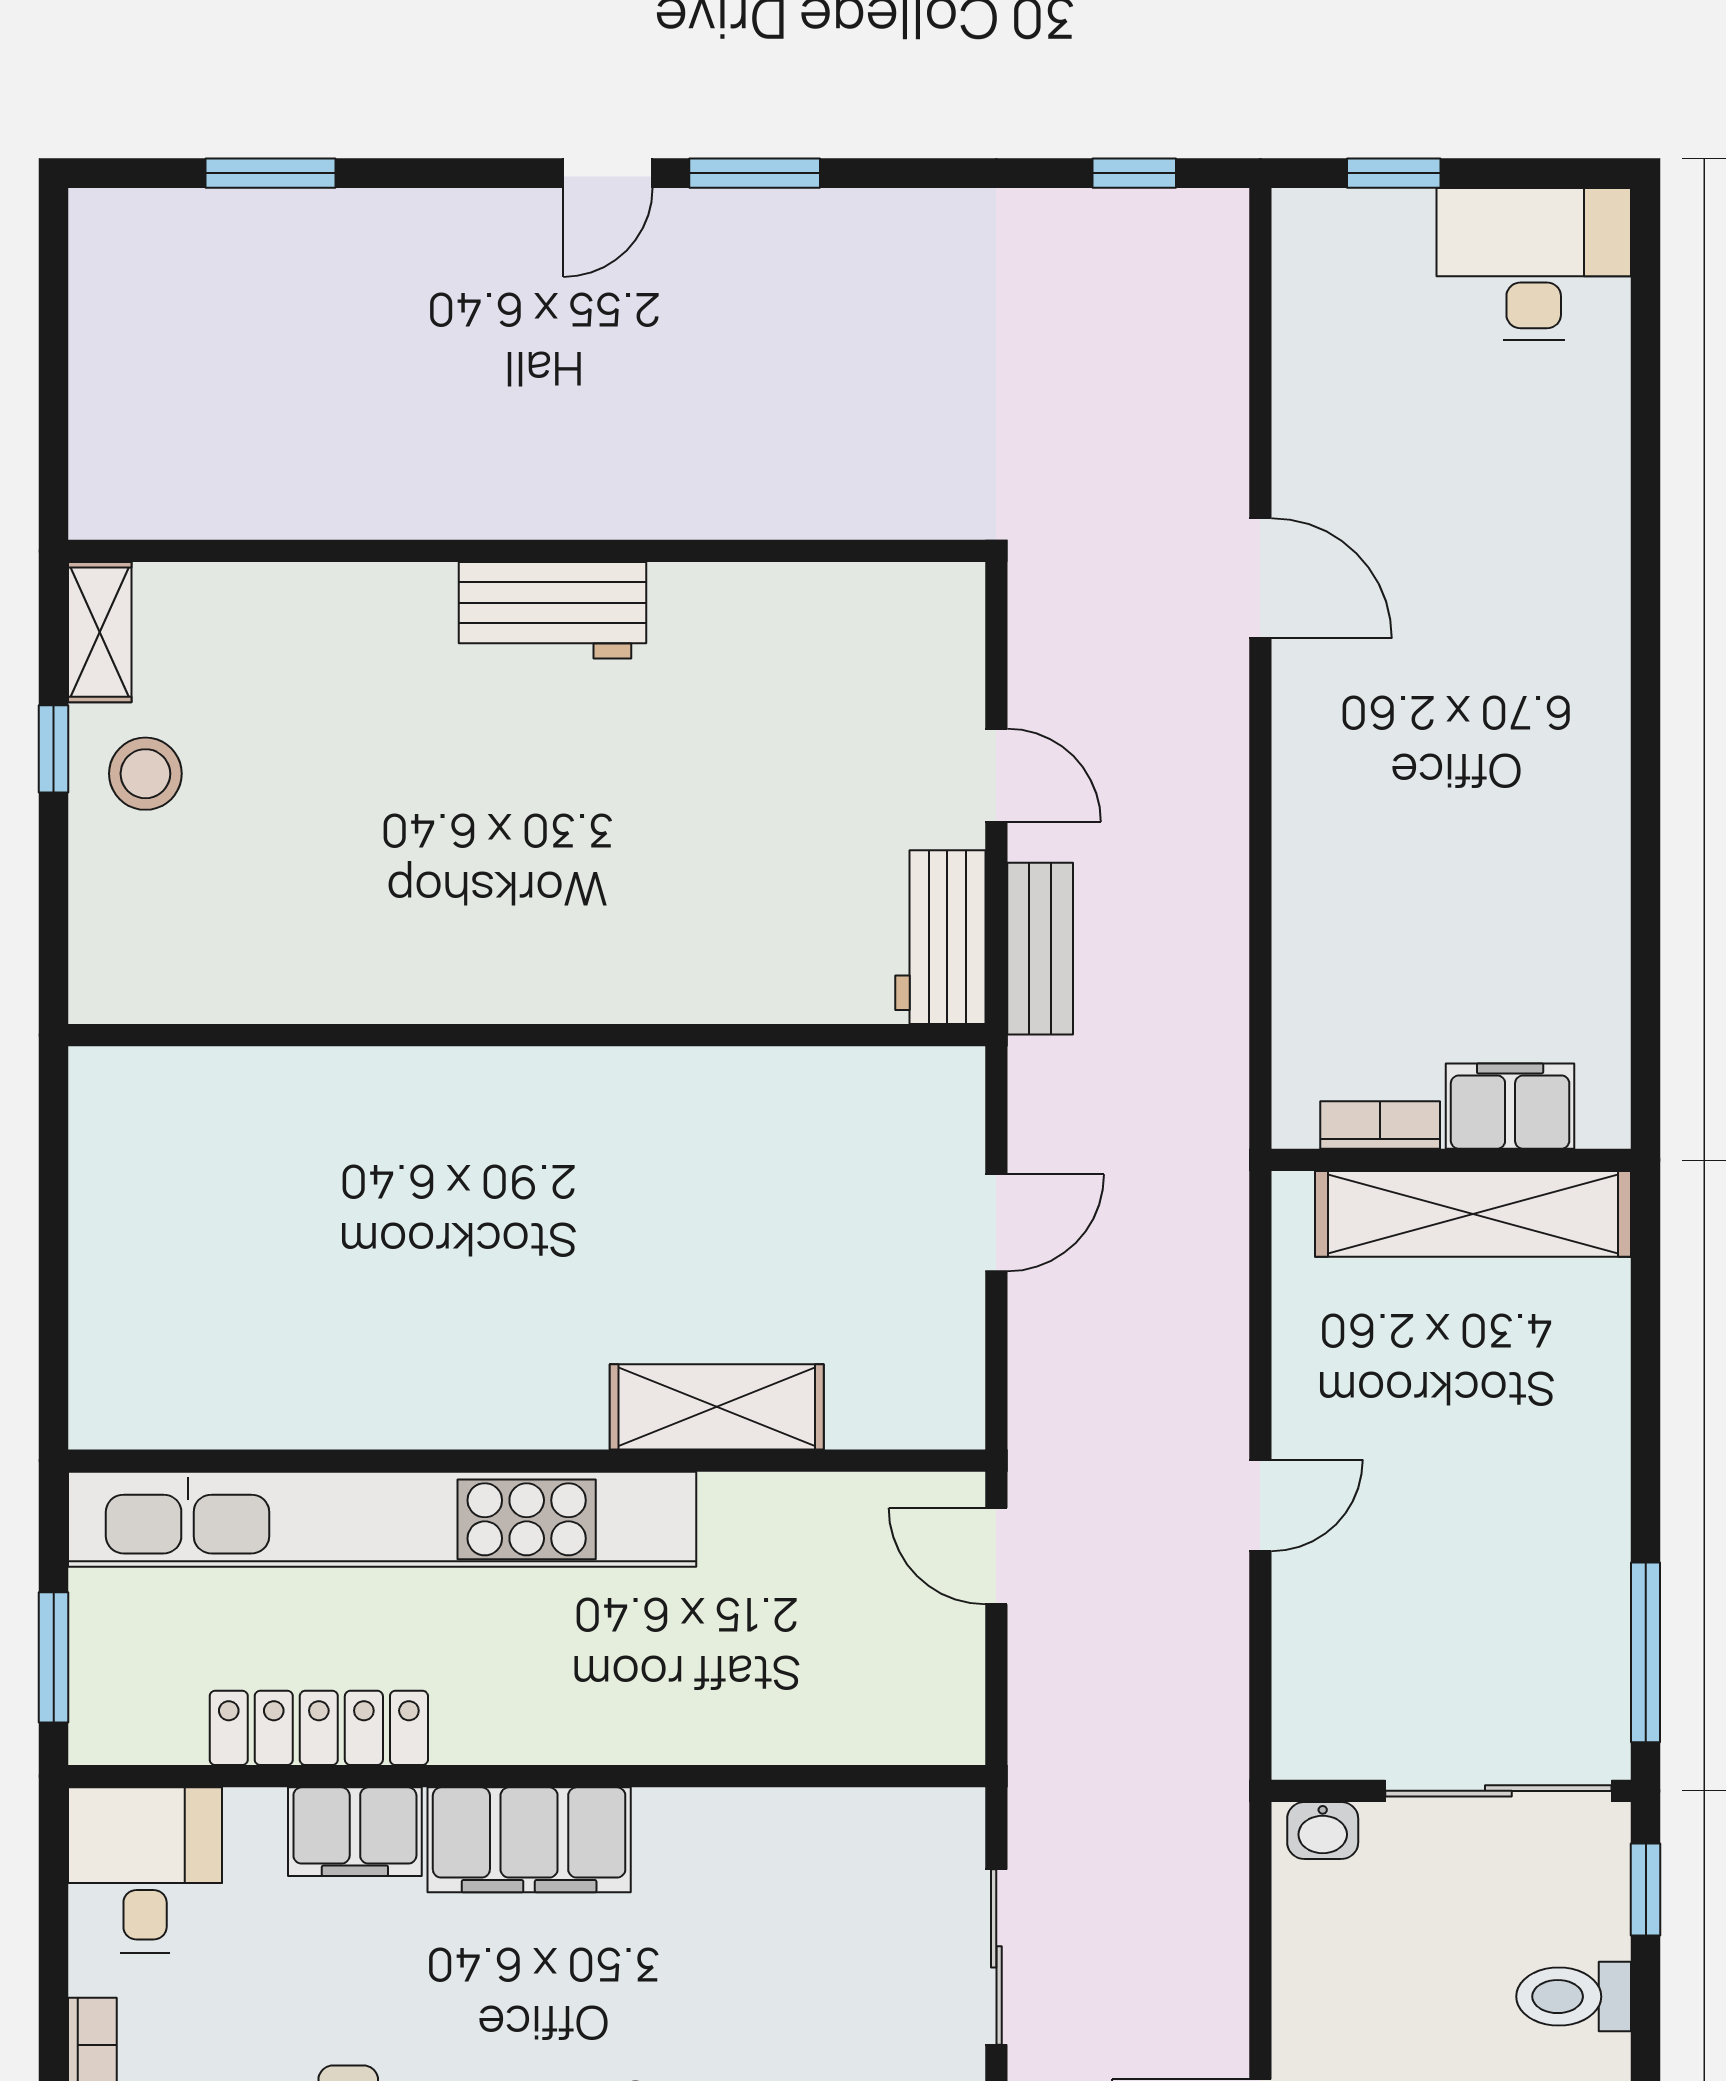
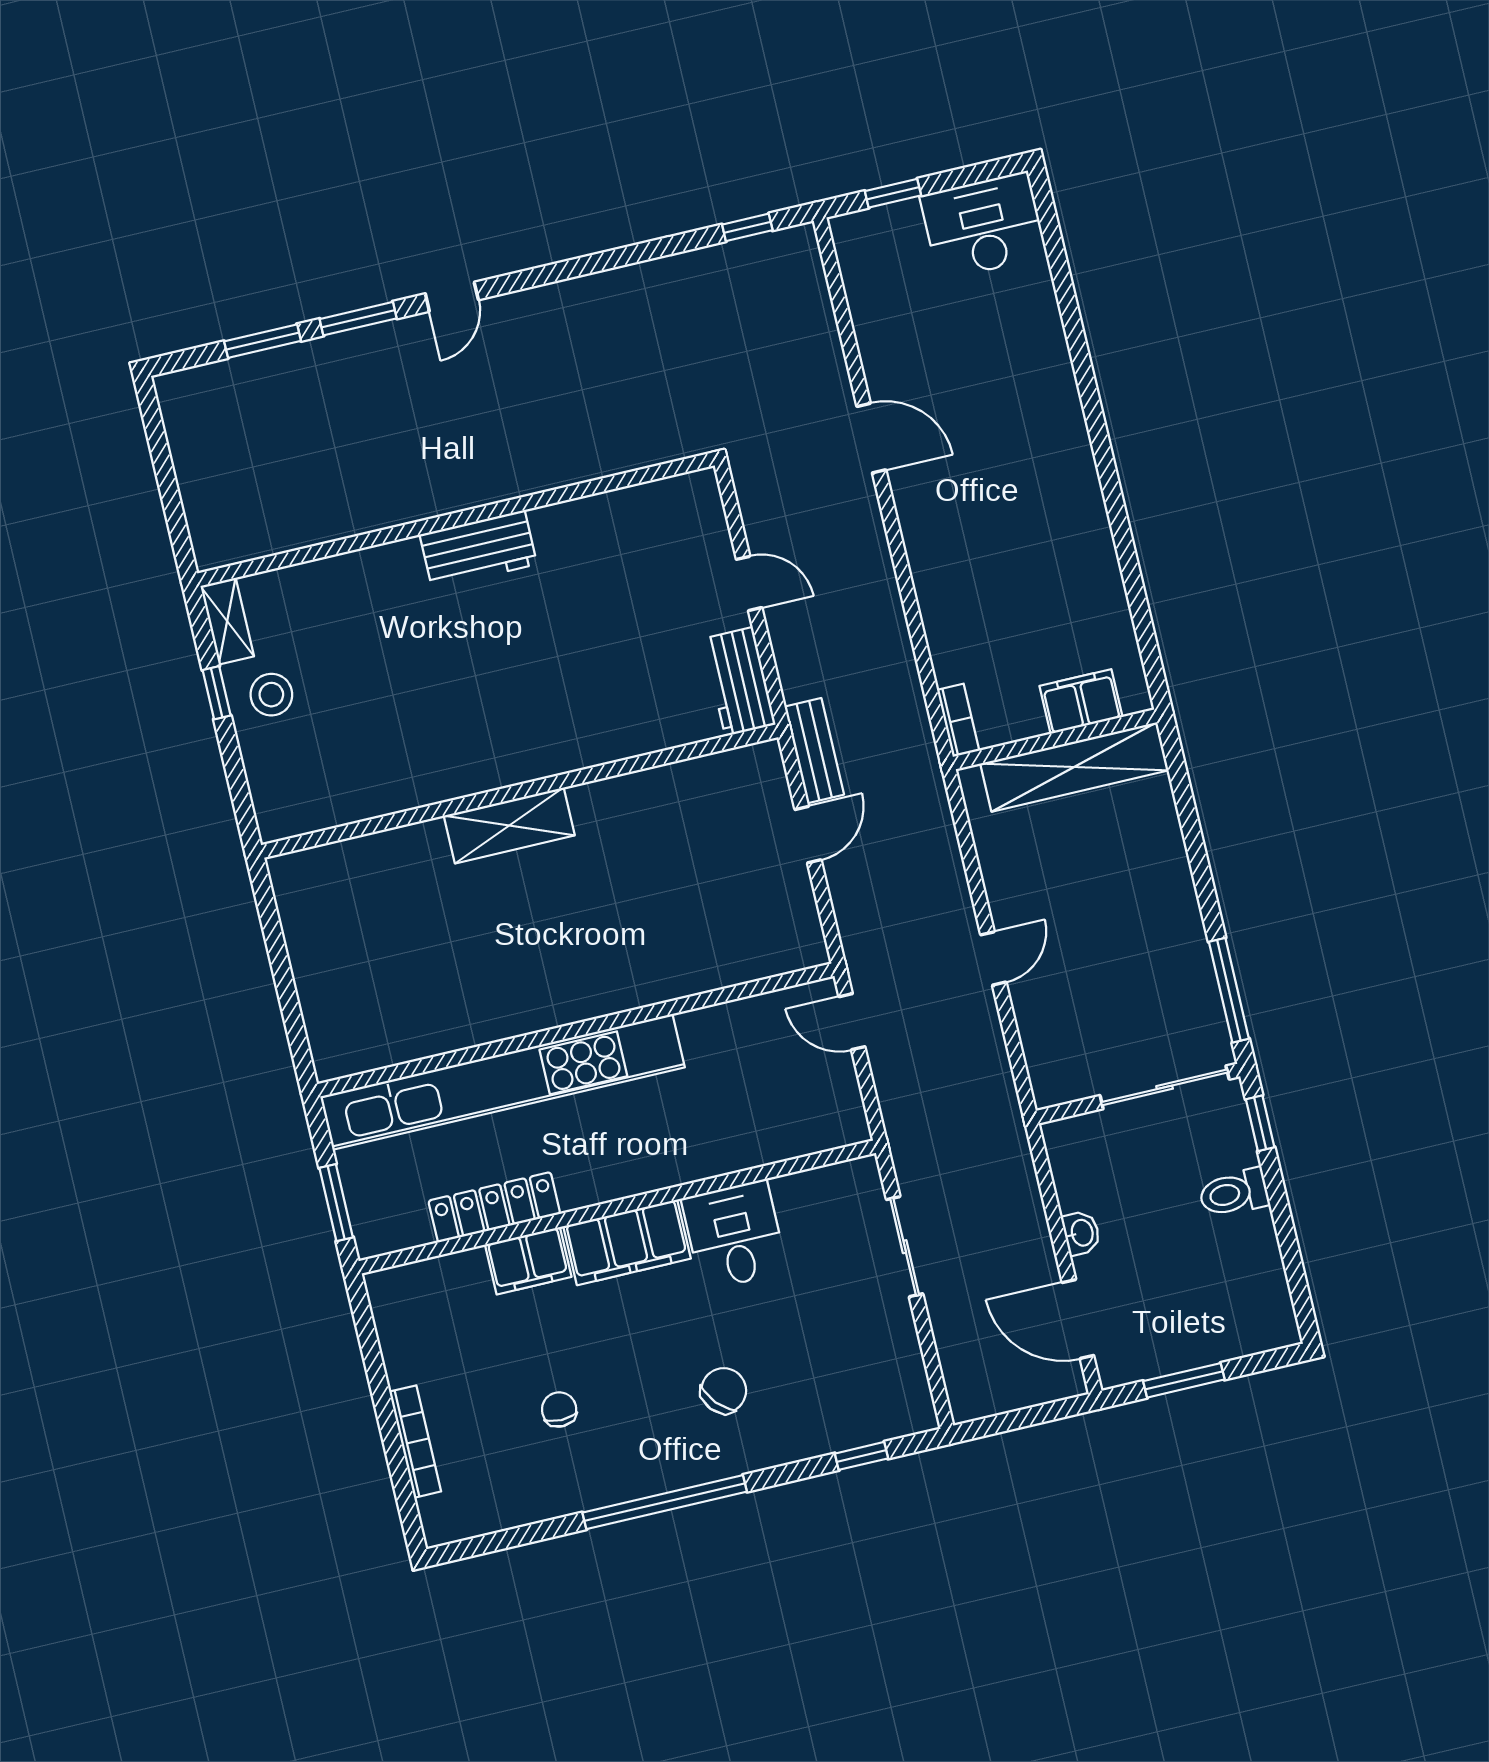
window: (755, 173) -> (358, 319), moved
bench: (1040, 949) -> (814, 751), moved
bookcase: (1380, 1125) -> (958, 720), moved, turned 90
shelving: (717, 1407) -> (509, 825), moved
washbasin: (1323, 1830) -> (1081, 1233), moved, turned -90
desk: (145, 1870) -> (734, 1235), moved

